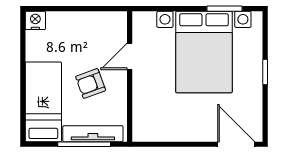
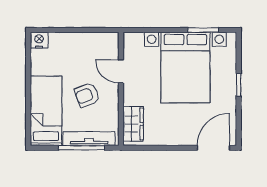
door: (130, 56) -> (121, 71), hinge flipped
wardrobe: (144, 117) -> (133, 124), added
door: (236, 144) -> (213, 148), hinge flipped

